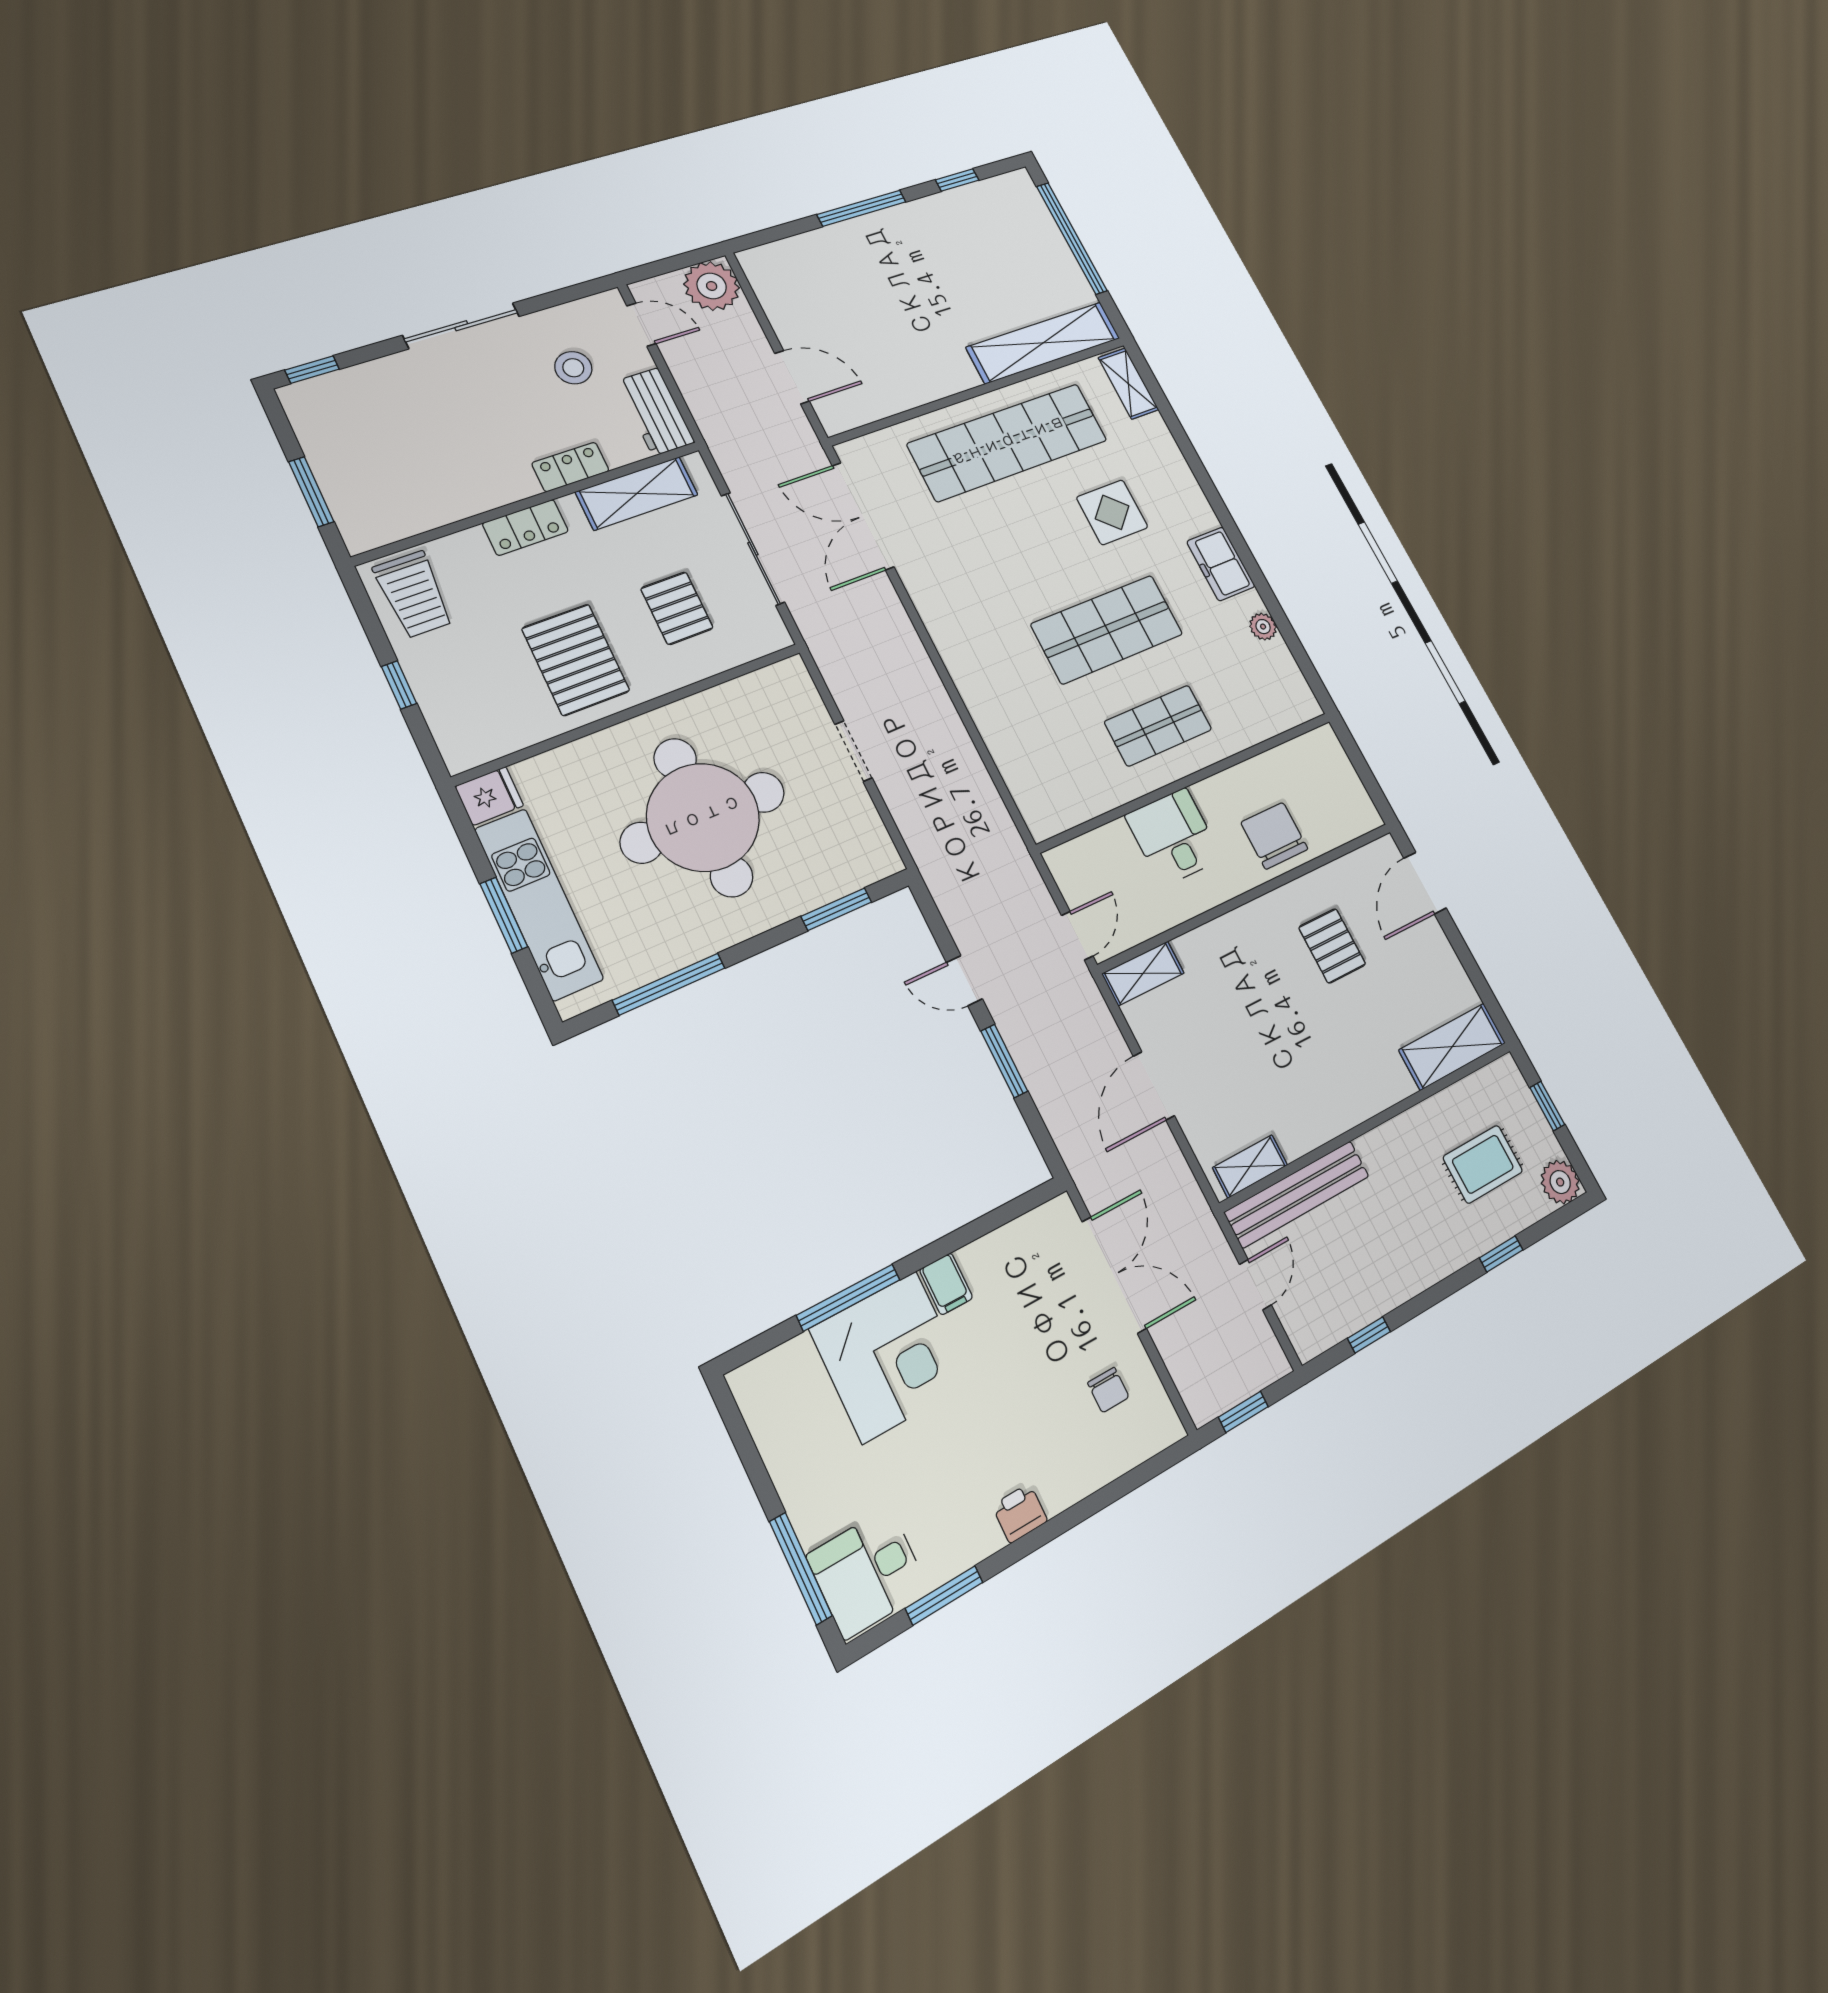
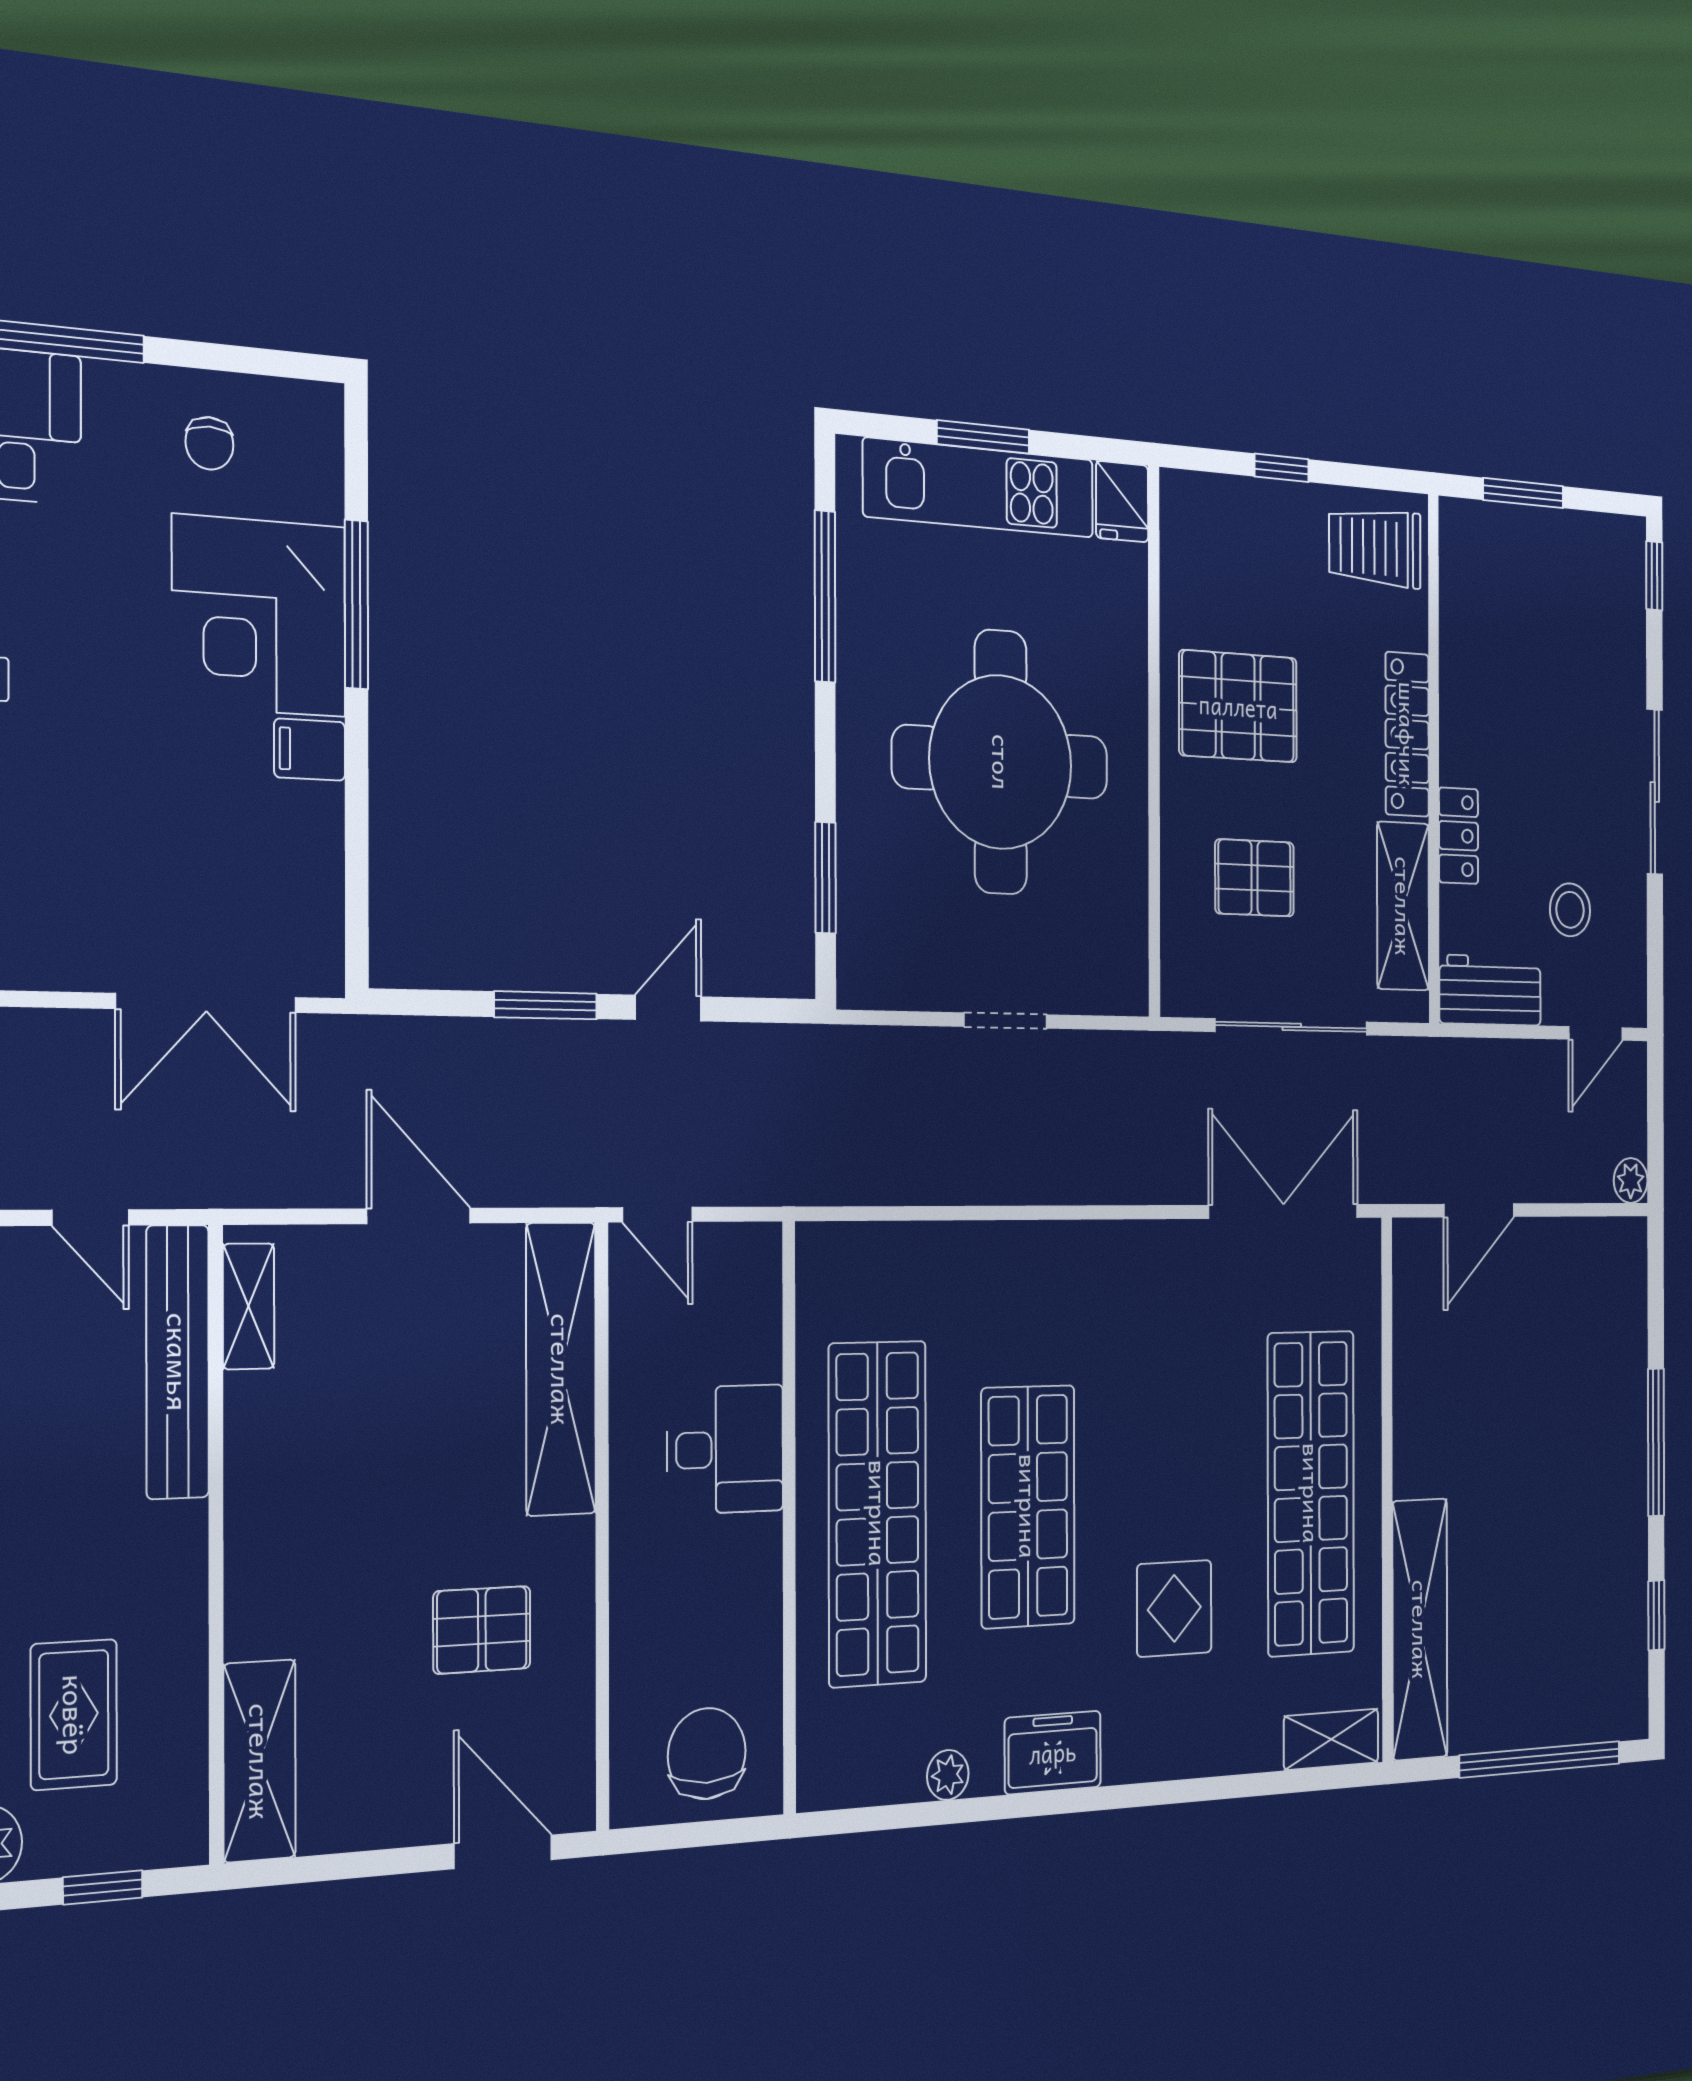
plant: (712, 286) -> (1631, 1180), width x0.53, depth x0.53
locker: (525, 527) -> (1407, 734), width x1.53
shop shelf: (1158, 726) -> (878, 1513), width x2.00, depth x1.36
chair: (1274, 836) -> (707, 1754), moved, turned -90
shelving: (1143, 973) -> (561, 1369), width x2.20, depth x1.33
chair: (1108, 1390) -> (209, 443), moved, turned -90

